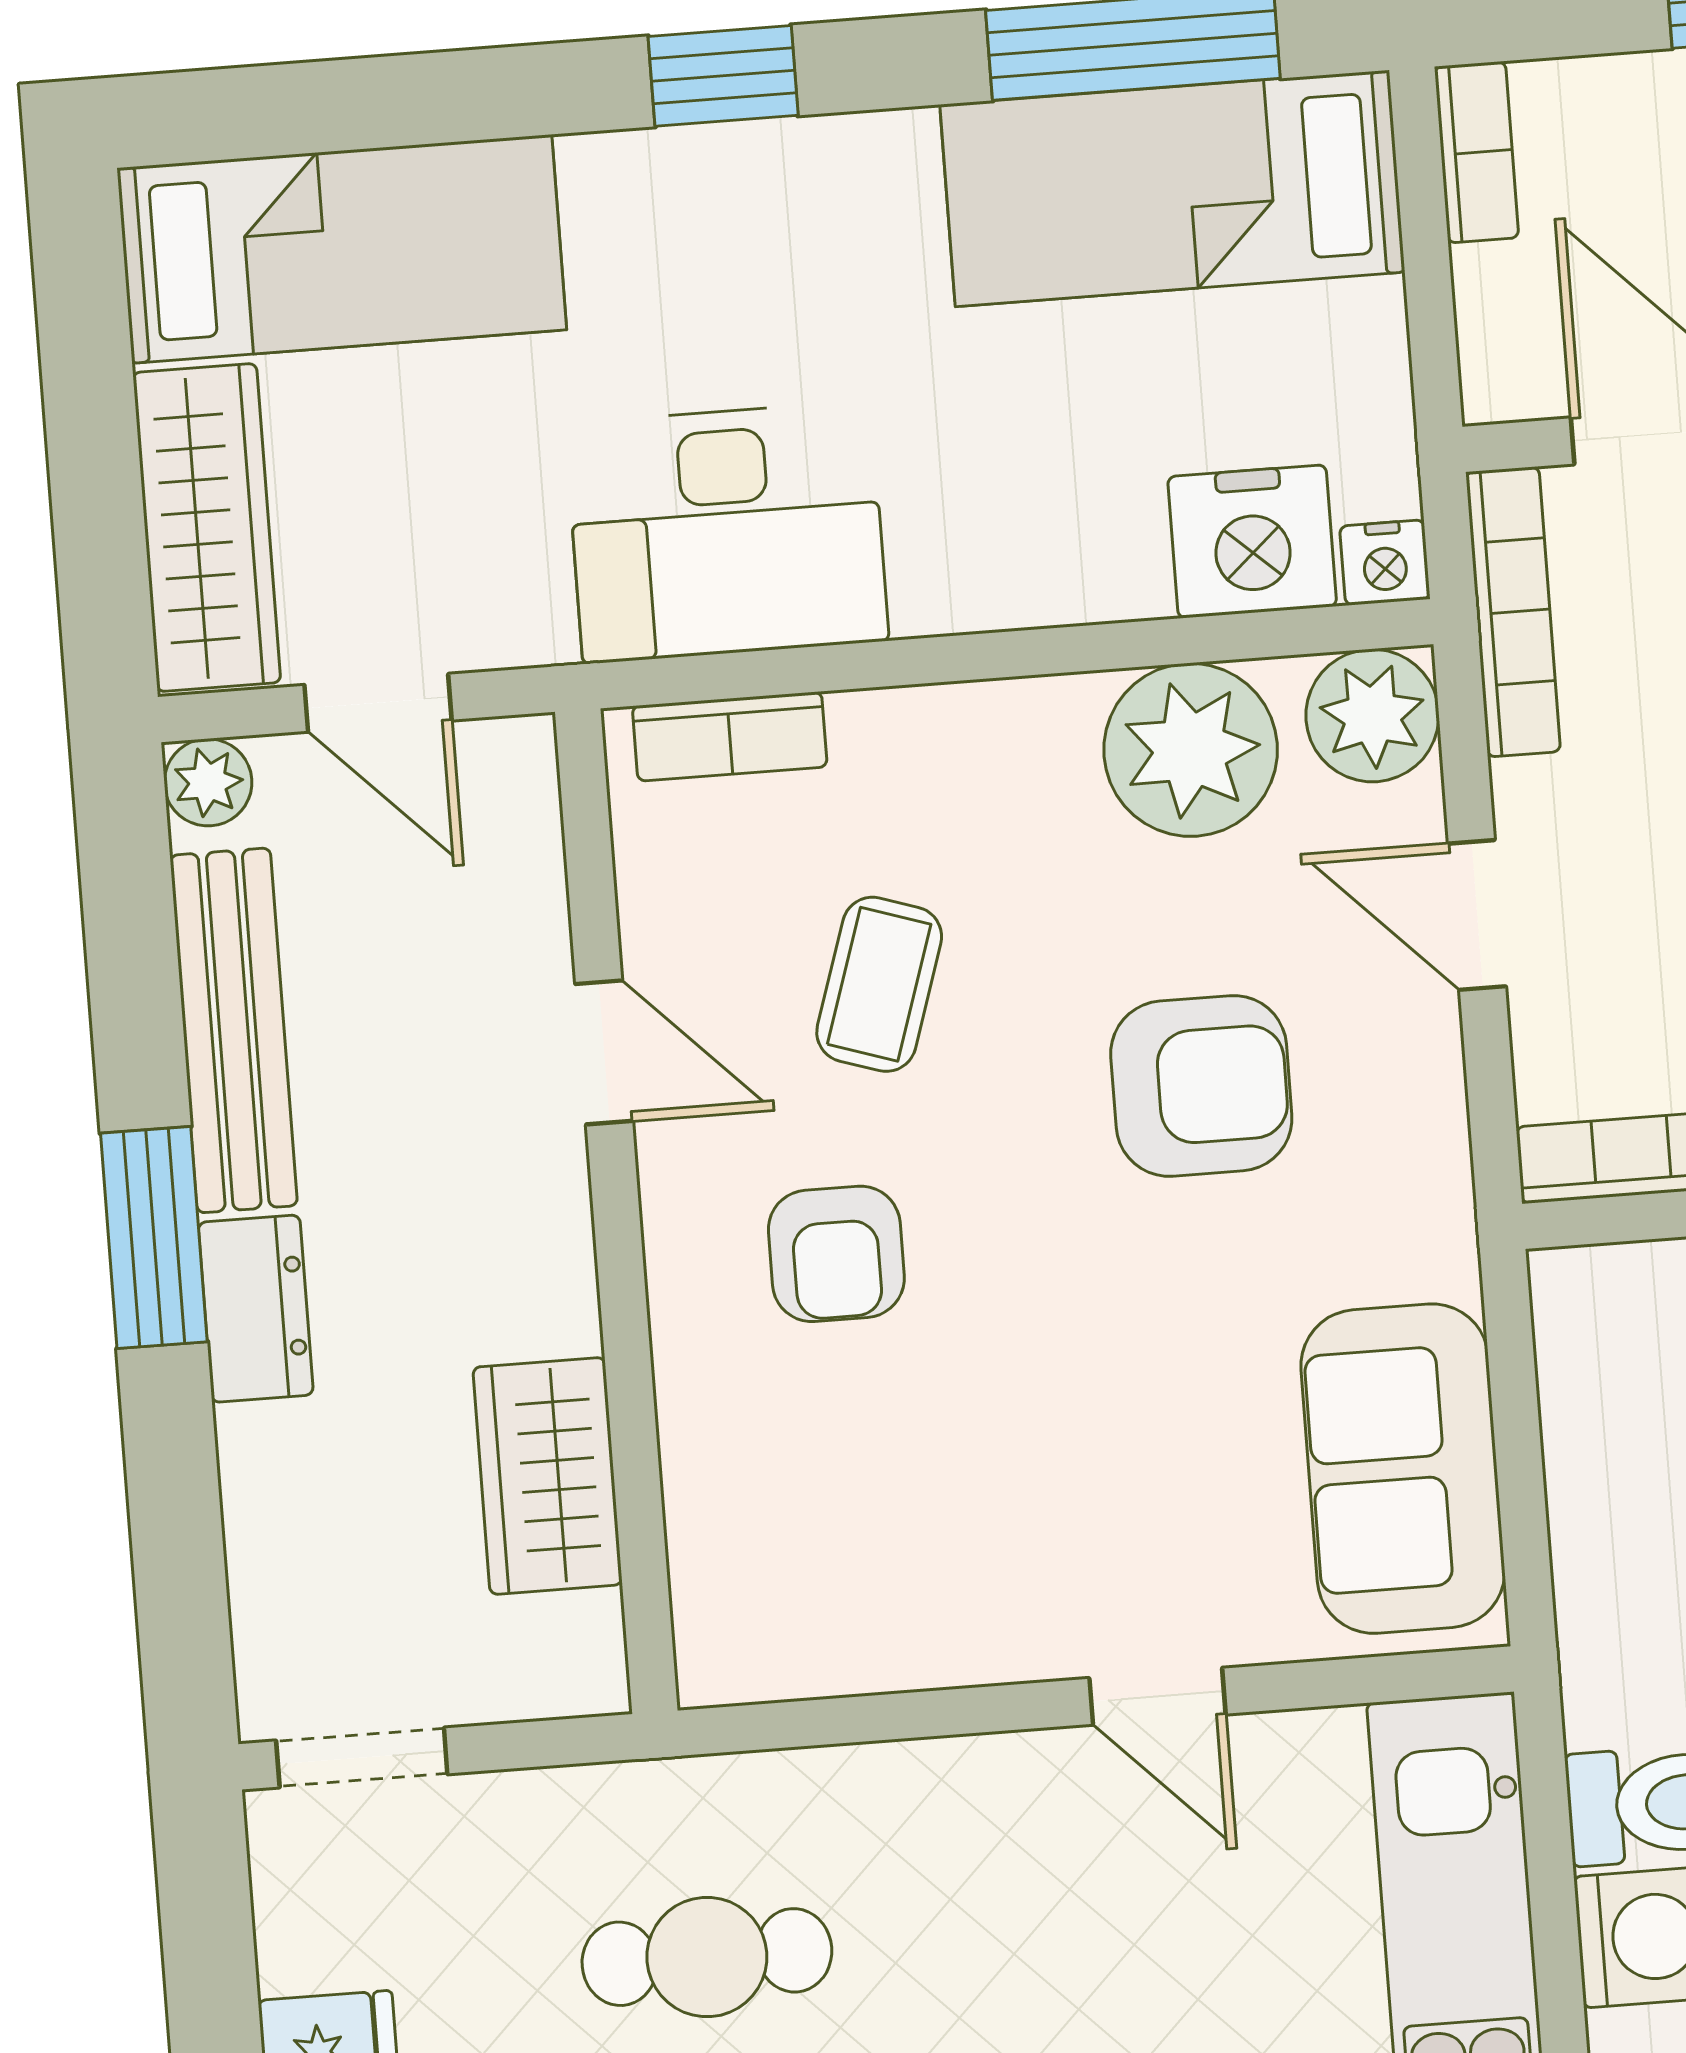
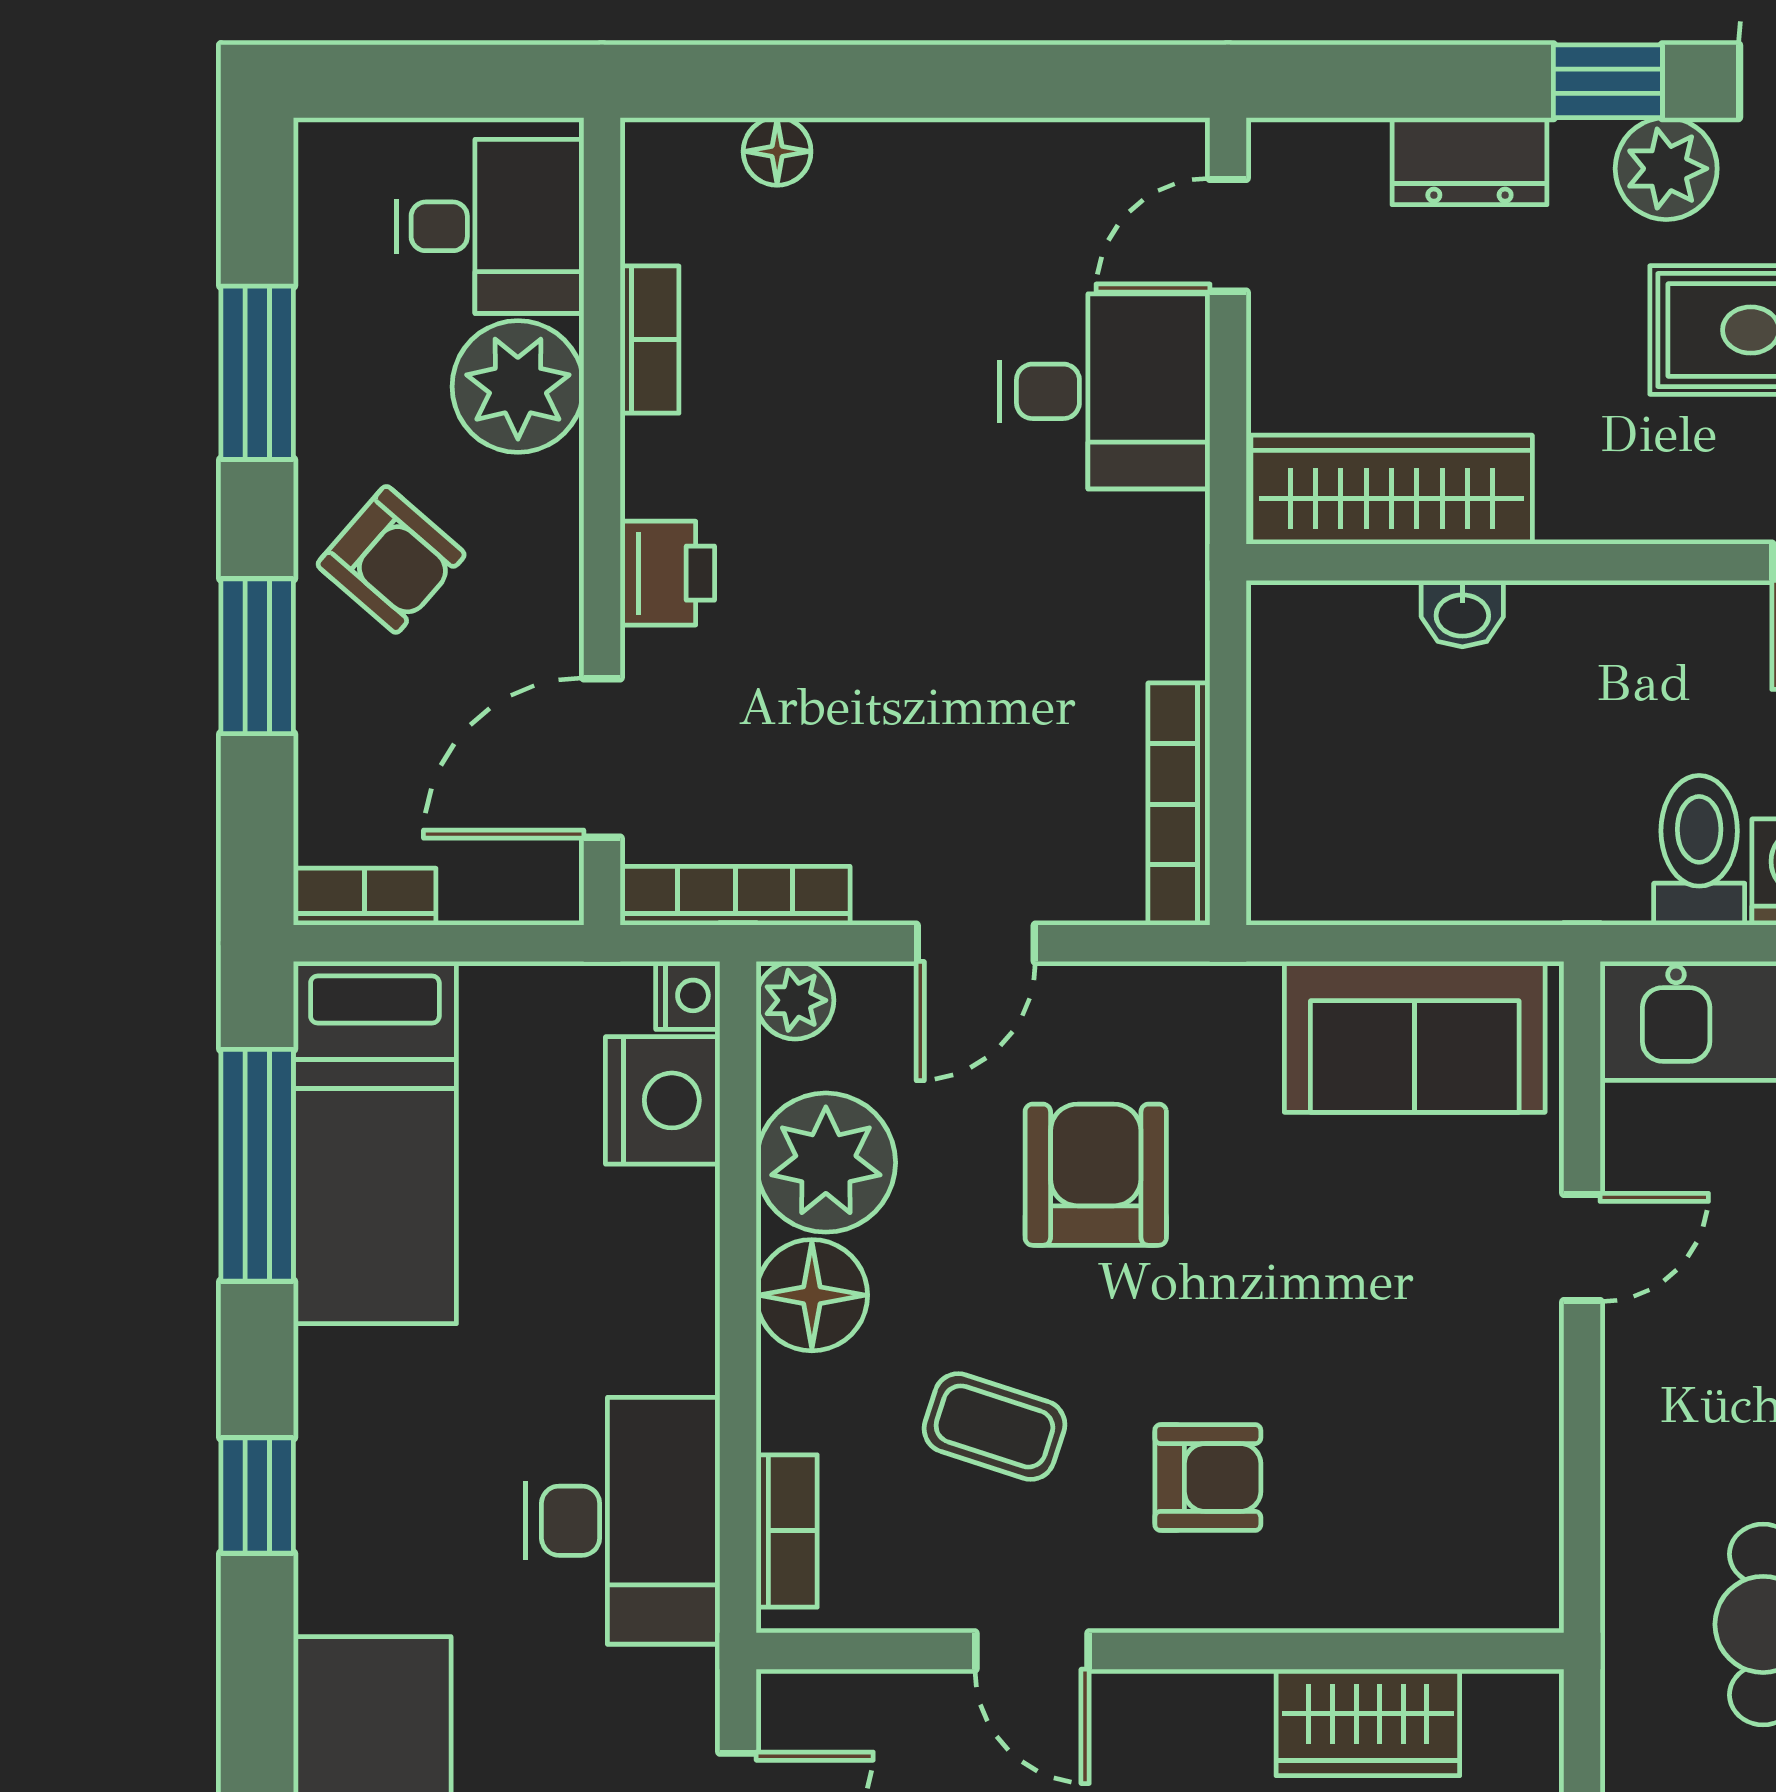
plant: (1372, 716) -> (795, 1000), width x0.73, depth x0.73
floor lamp: (1025, 745) -> (812, 1295), added
door: (604, 1052) -> (1032, 1651), swing flipped

